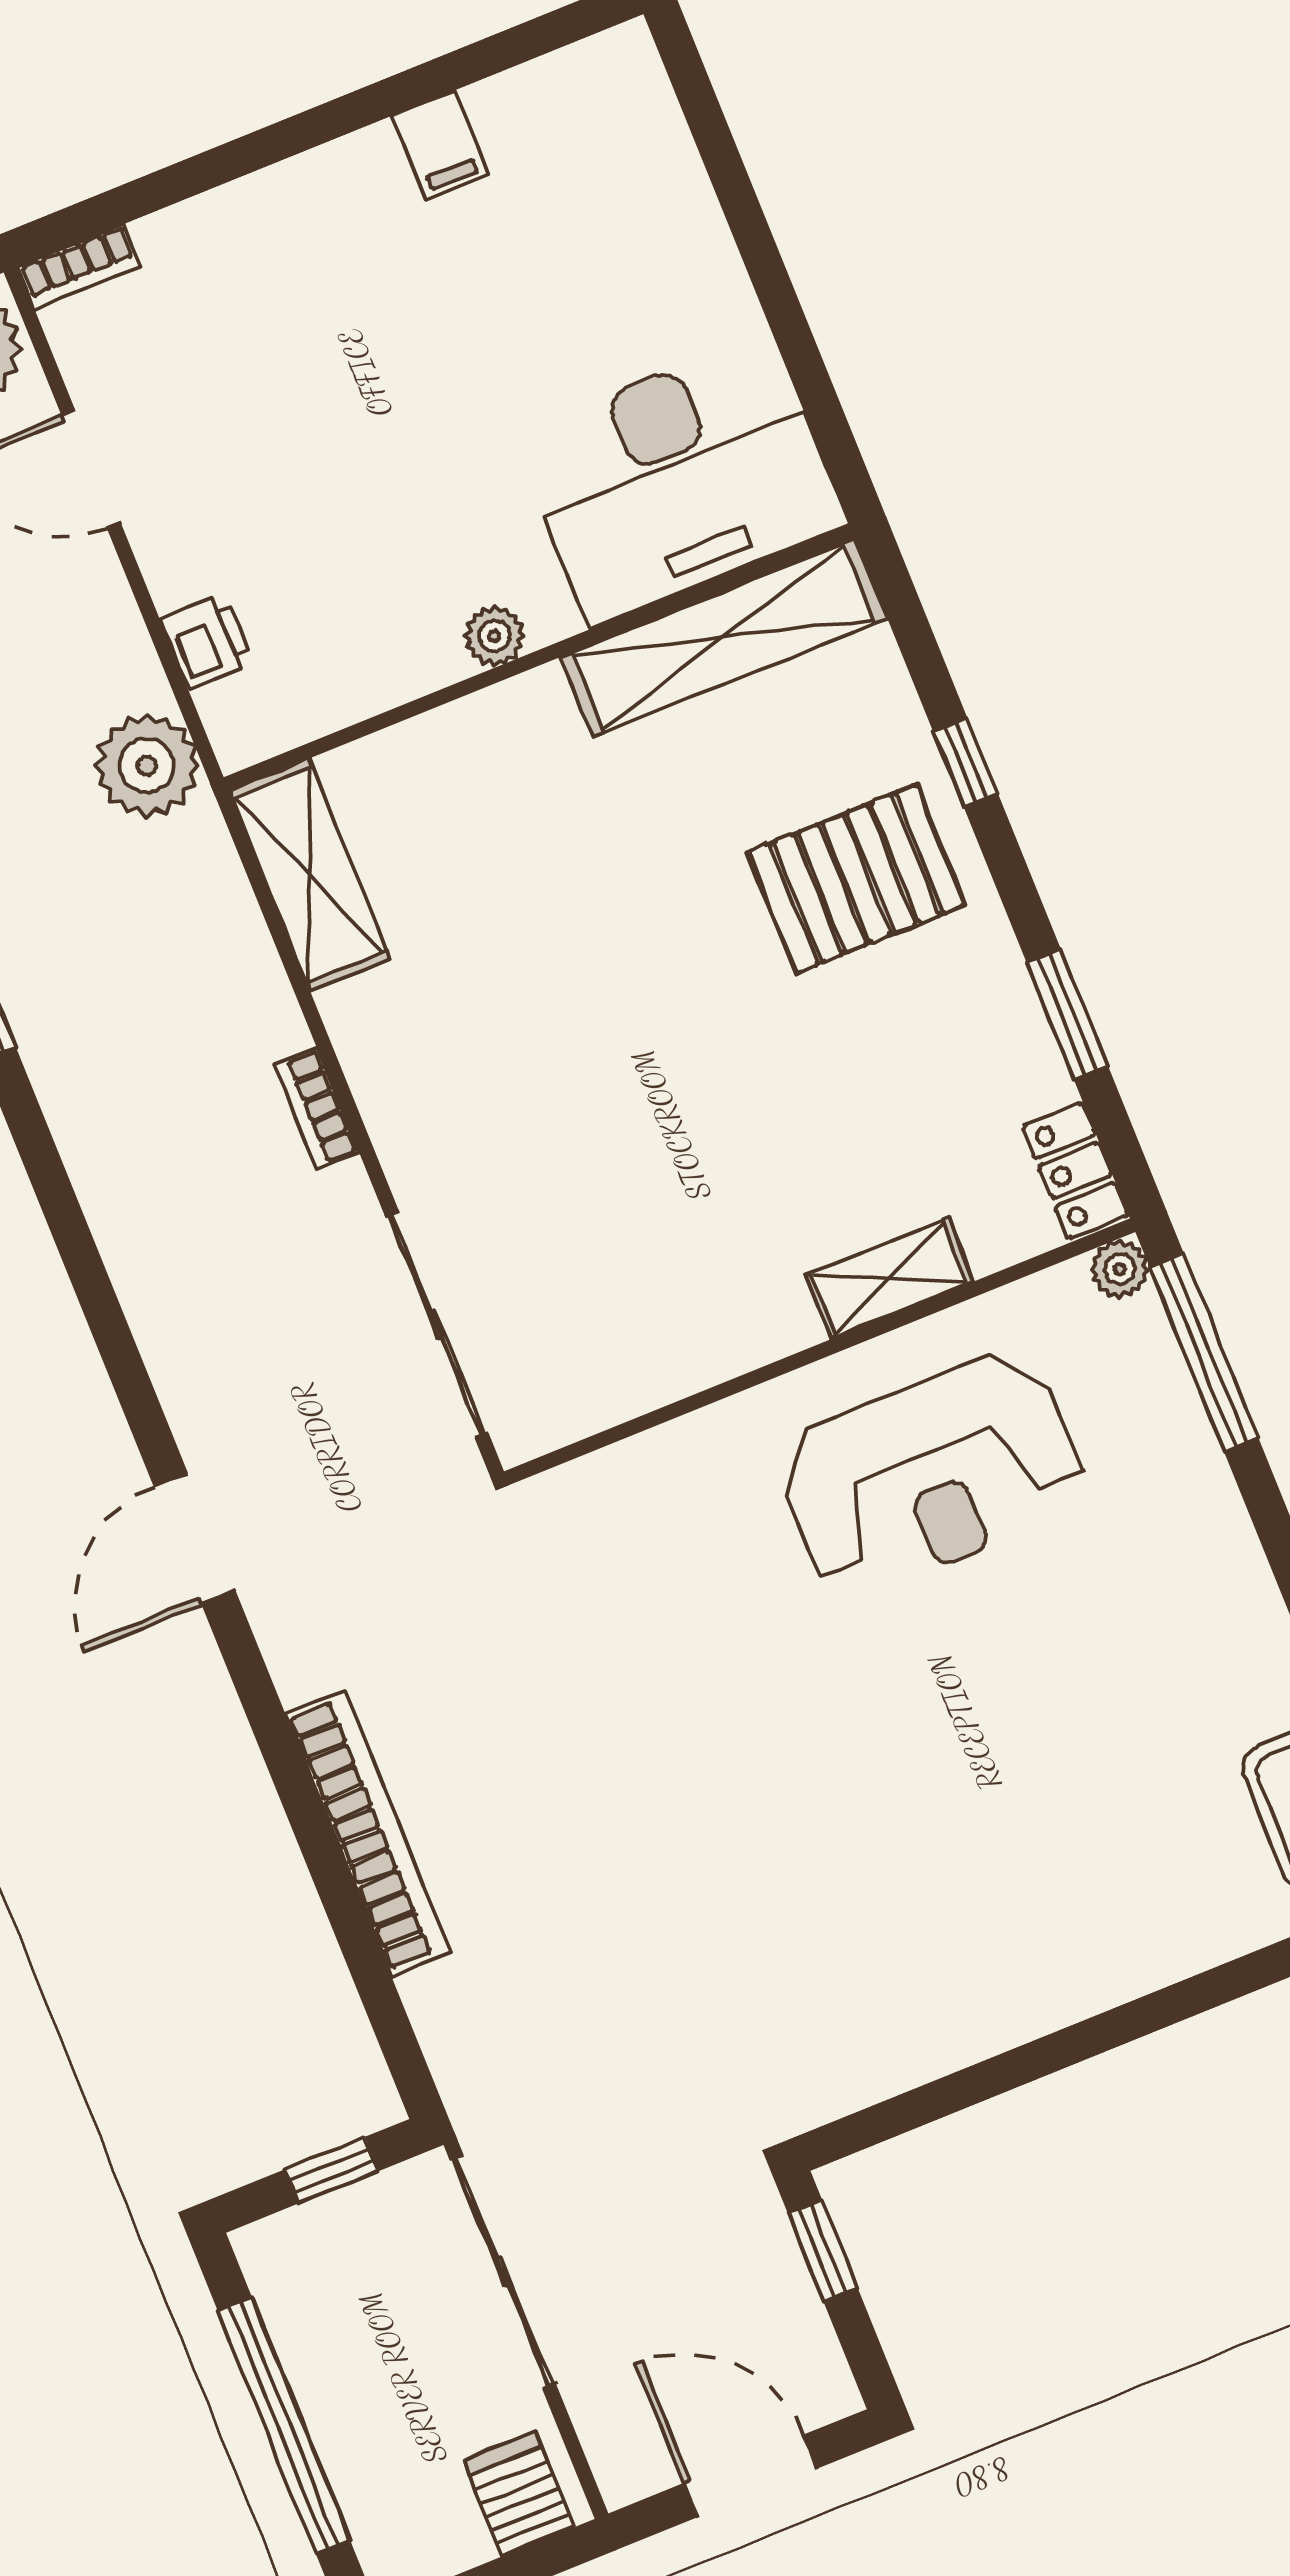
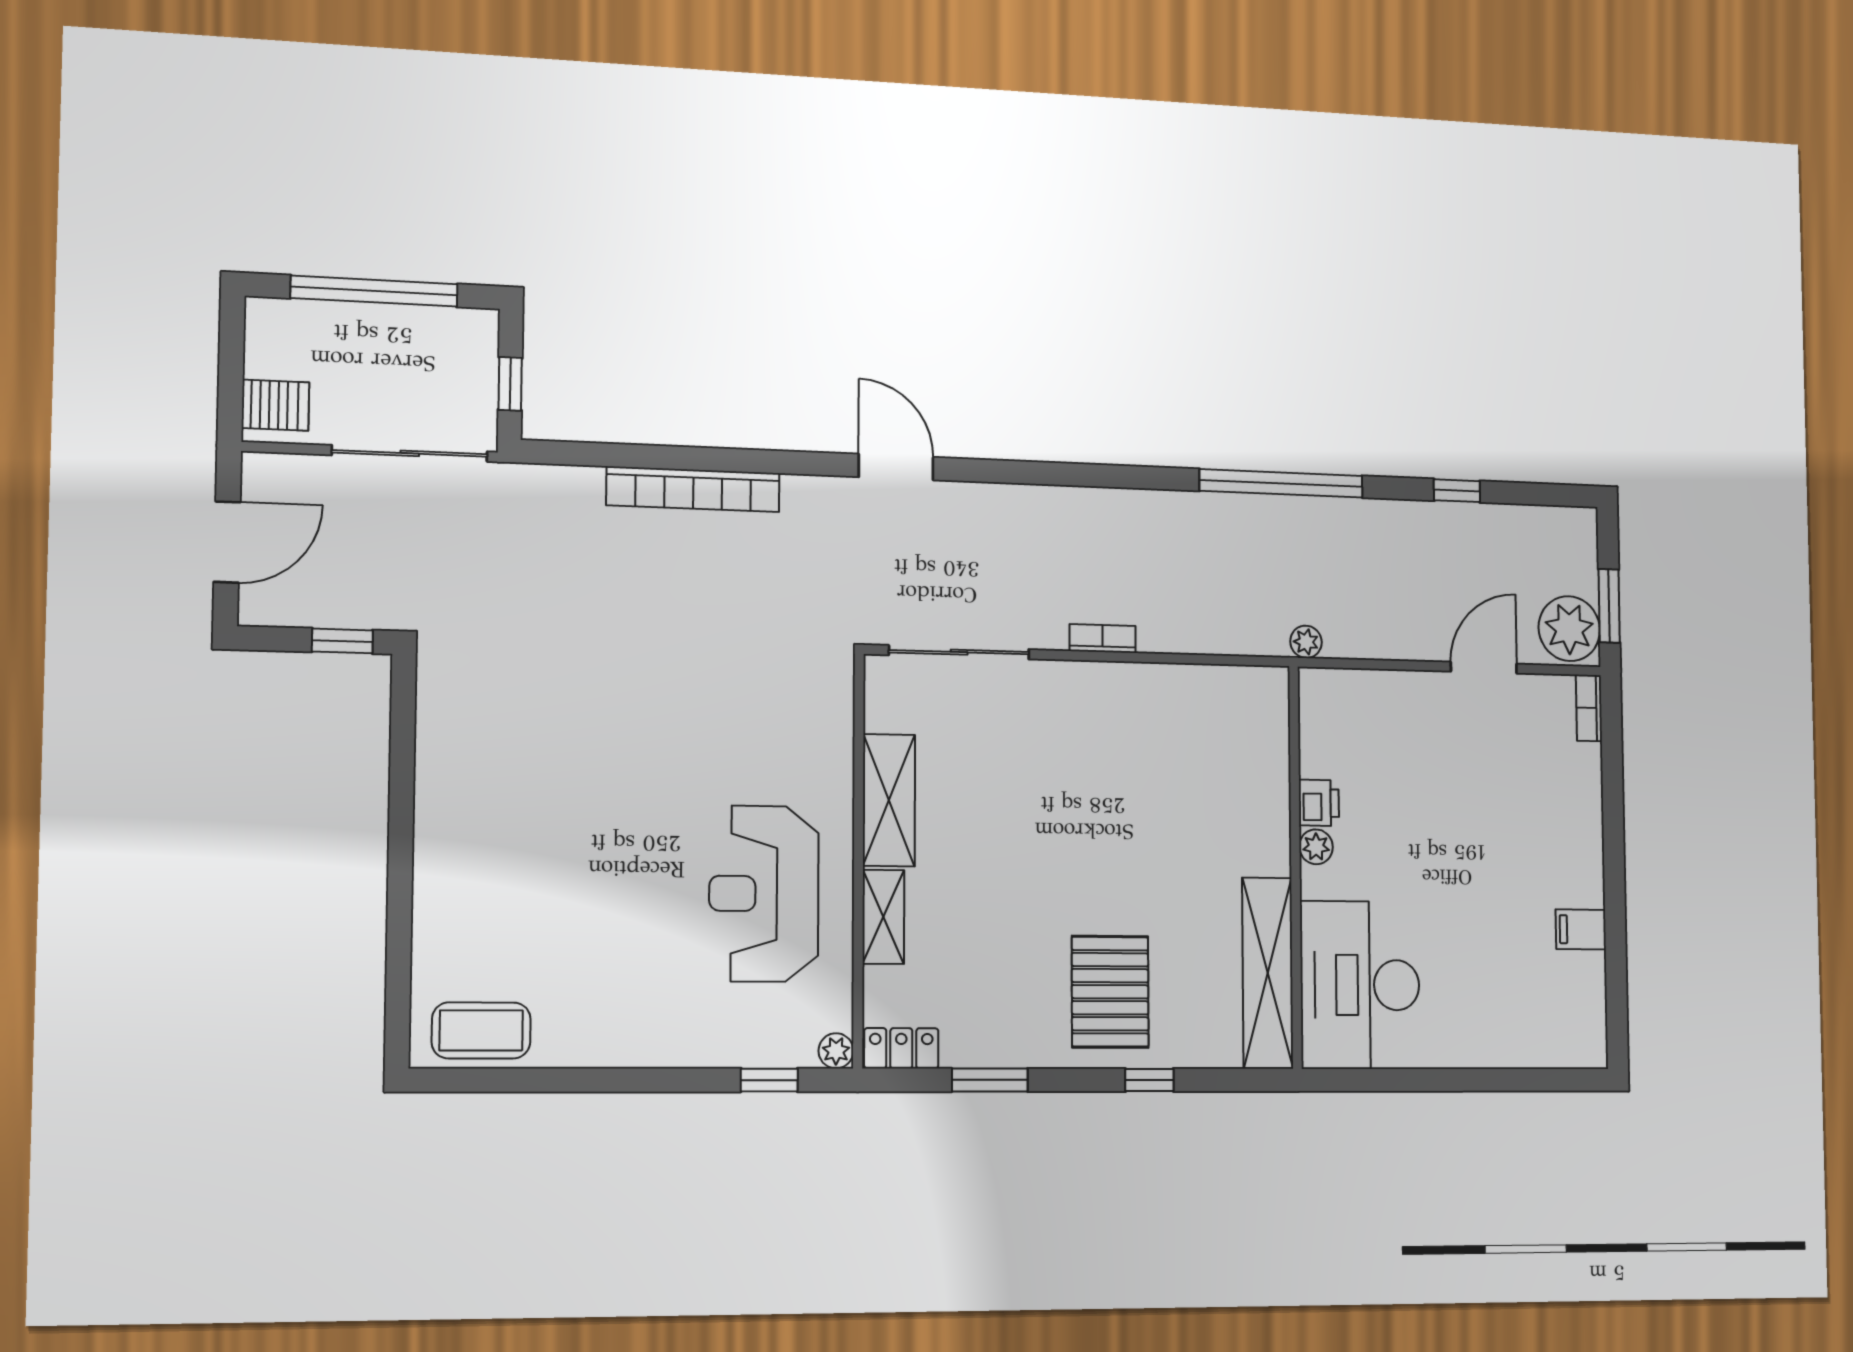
printer: (206, 641) -> (1319, 803), moved, turned -90
plant: (147, 766) -> (1306, 642), width x0.53, depth x0.53
shelving: (309, 875) -> (889, 800), moved, turned 90
window: (1204, 1353) -> (769, 1080), width x0.46

